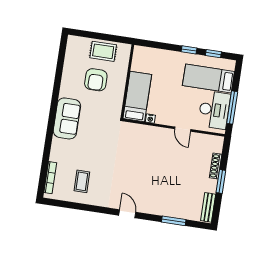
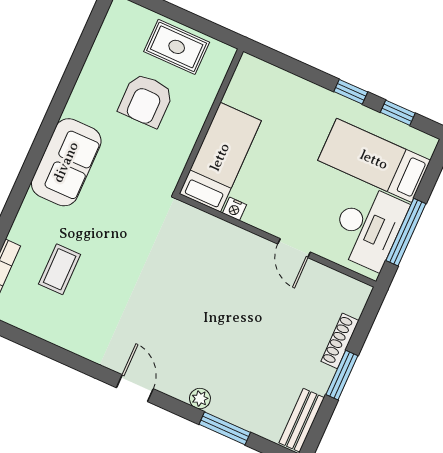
coffee table: (82, 181) -> (60, 269), moved
plant: (158, 210) -> (200, 399), added

